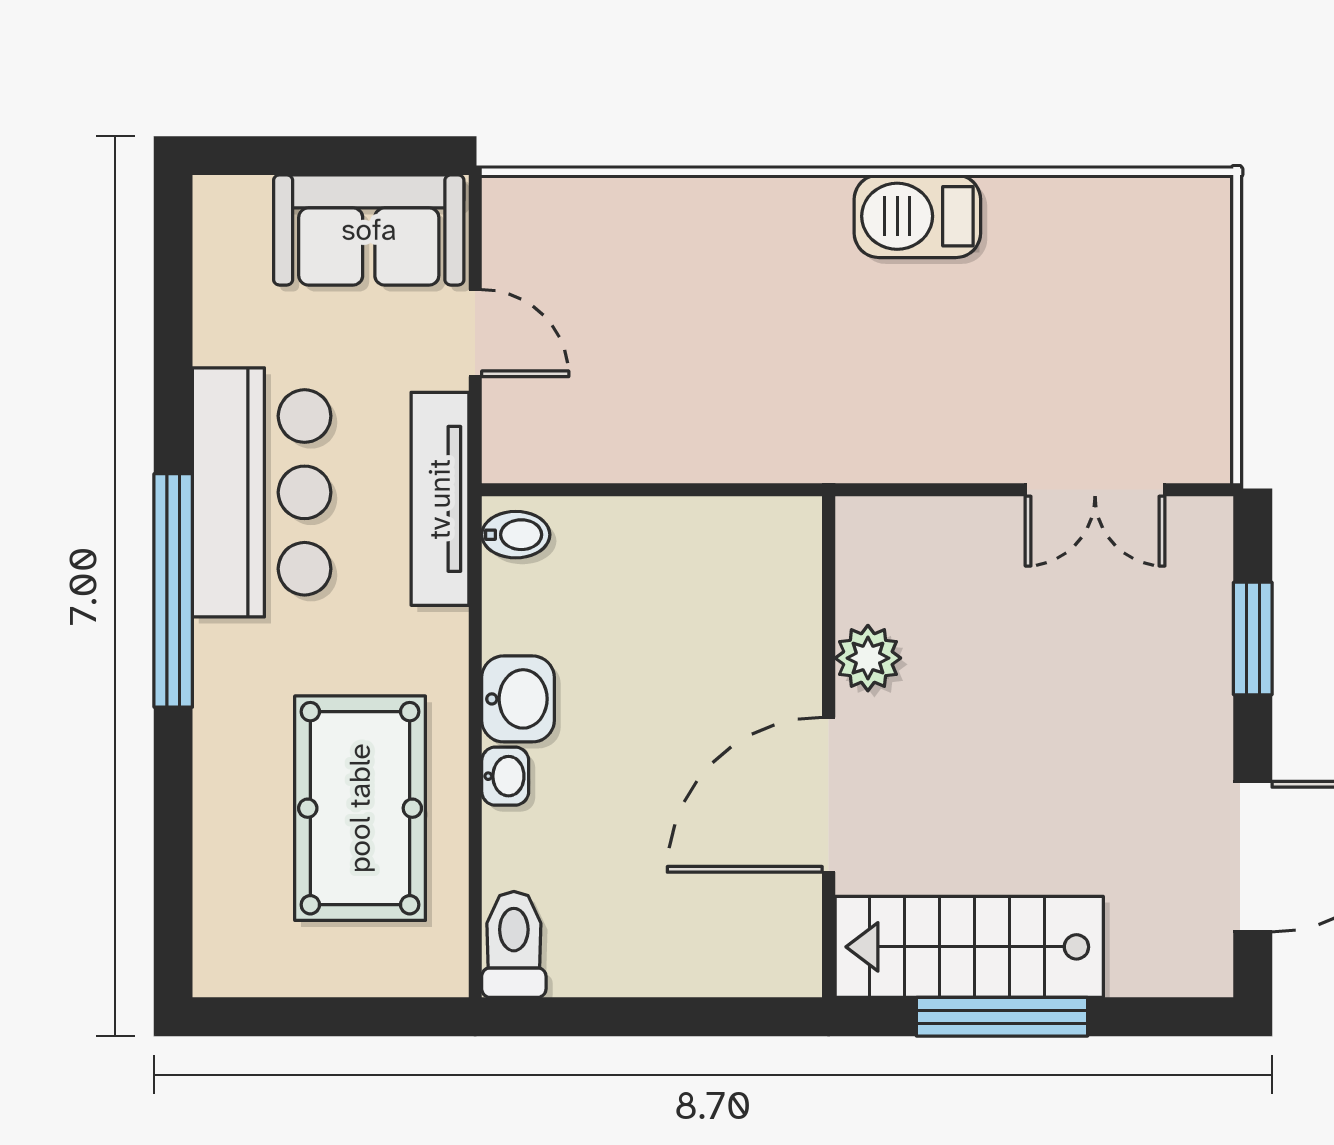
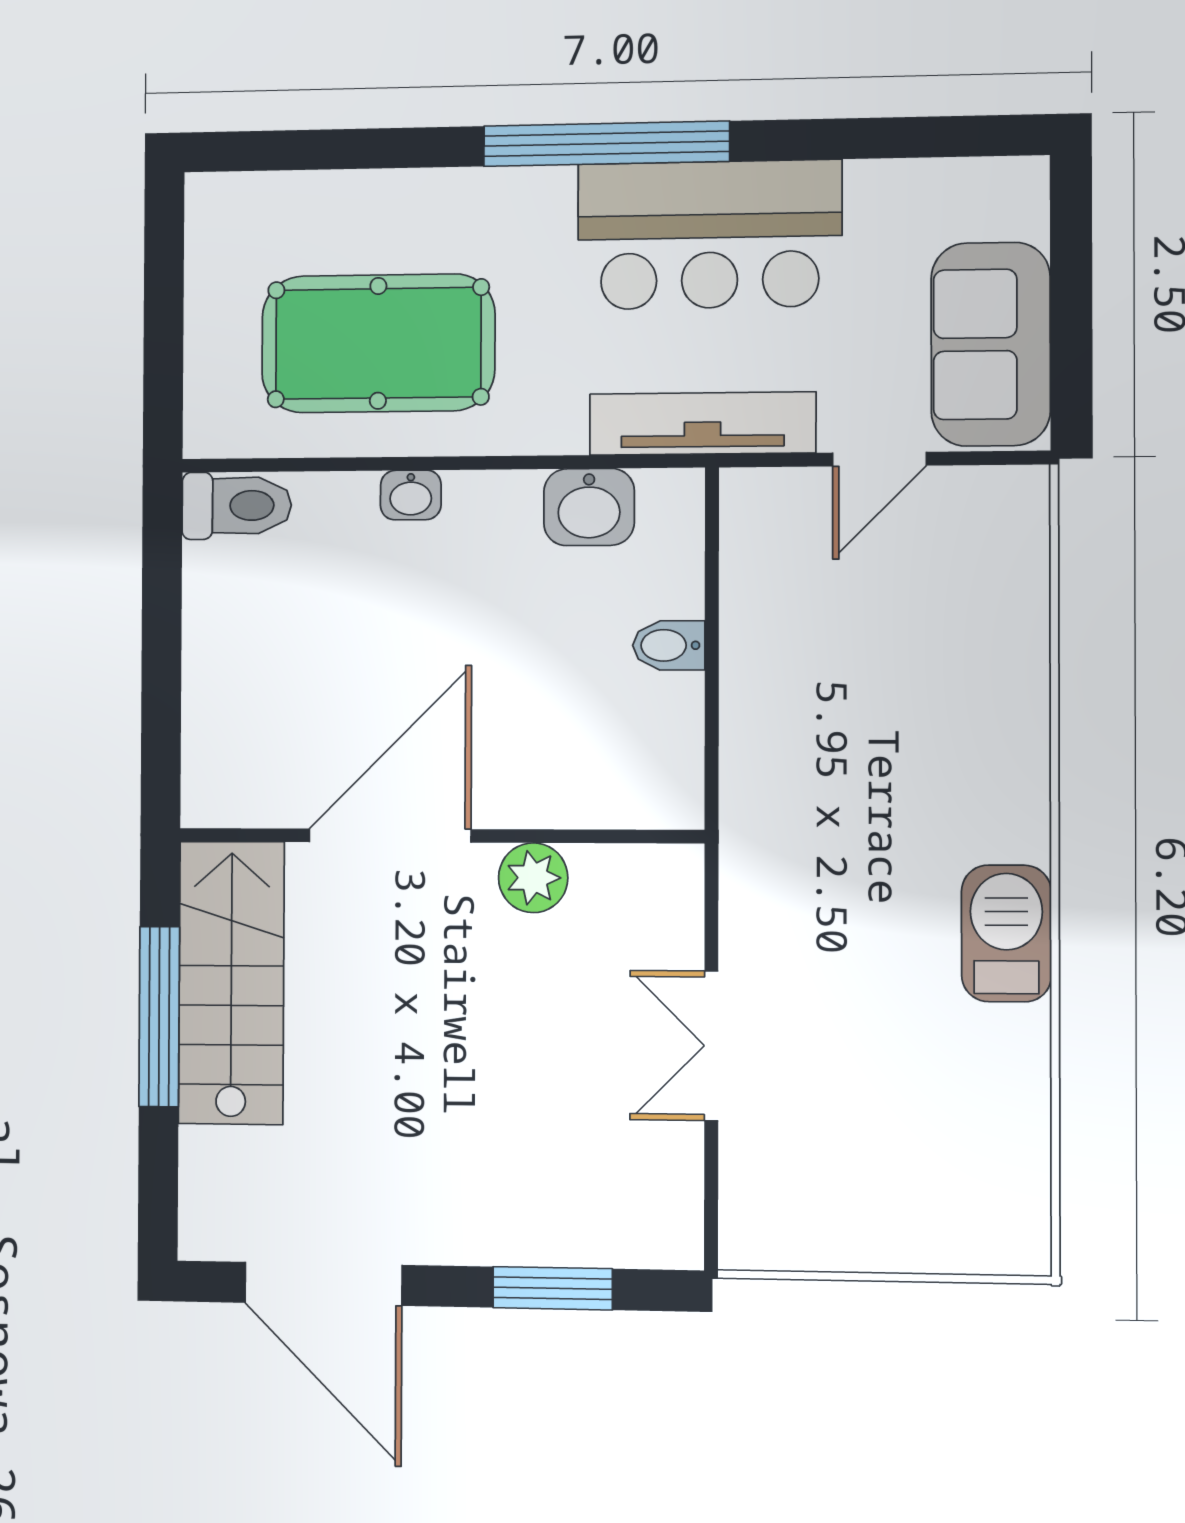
double door: (1095, 490) -> (711, 1046), moved
bidet: (516, 535) -> (669, 645), moved, turned 90
washbasin: (518, 699) -> (589, 507), moved
door: (829, 795) -> (390, 836), hinge flipped

